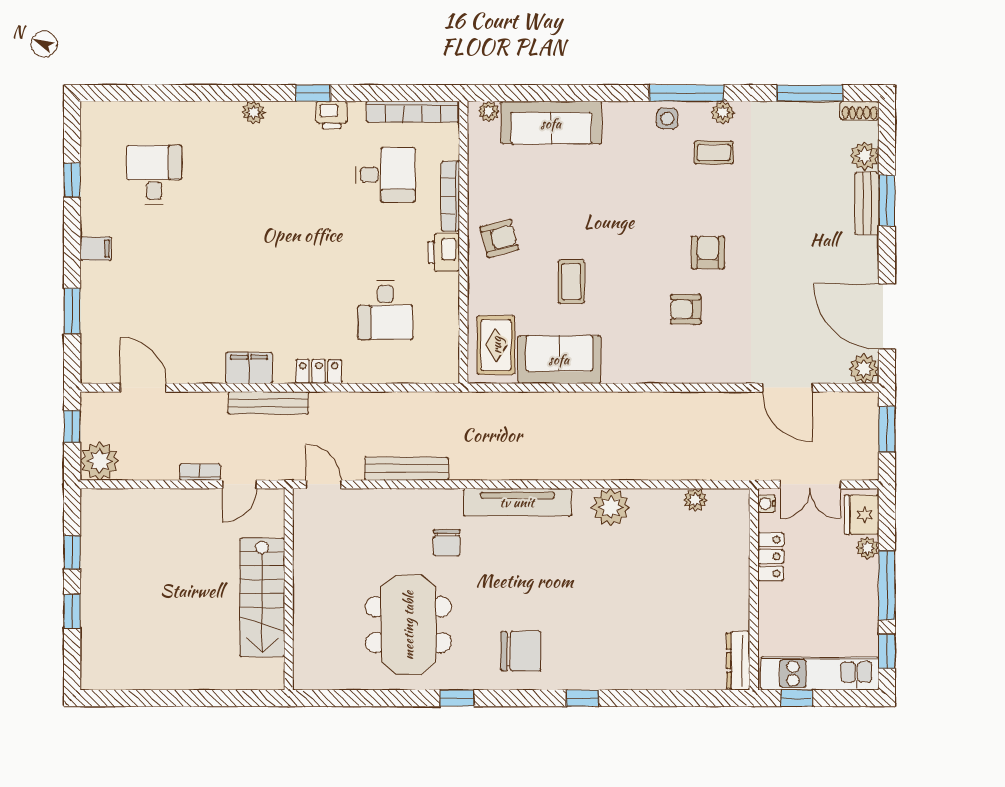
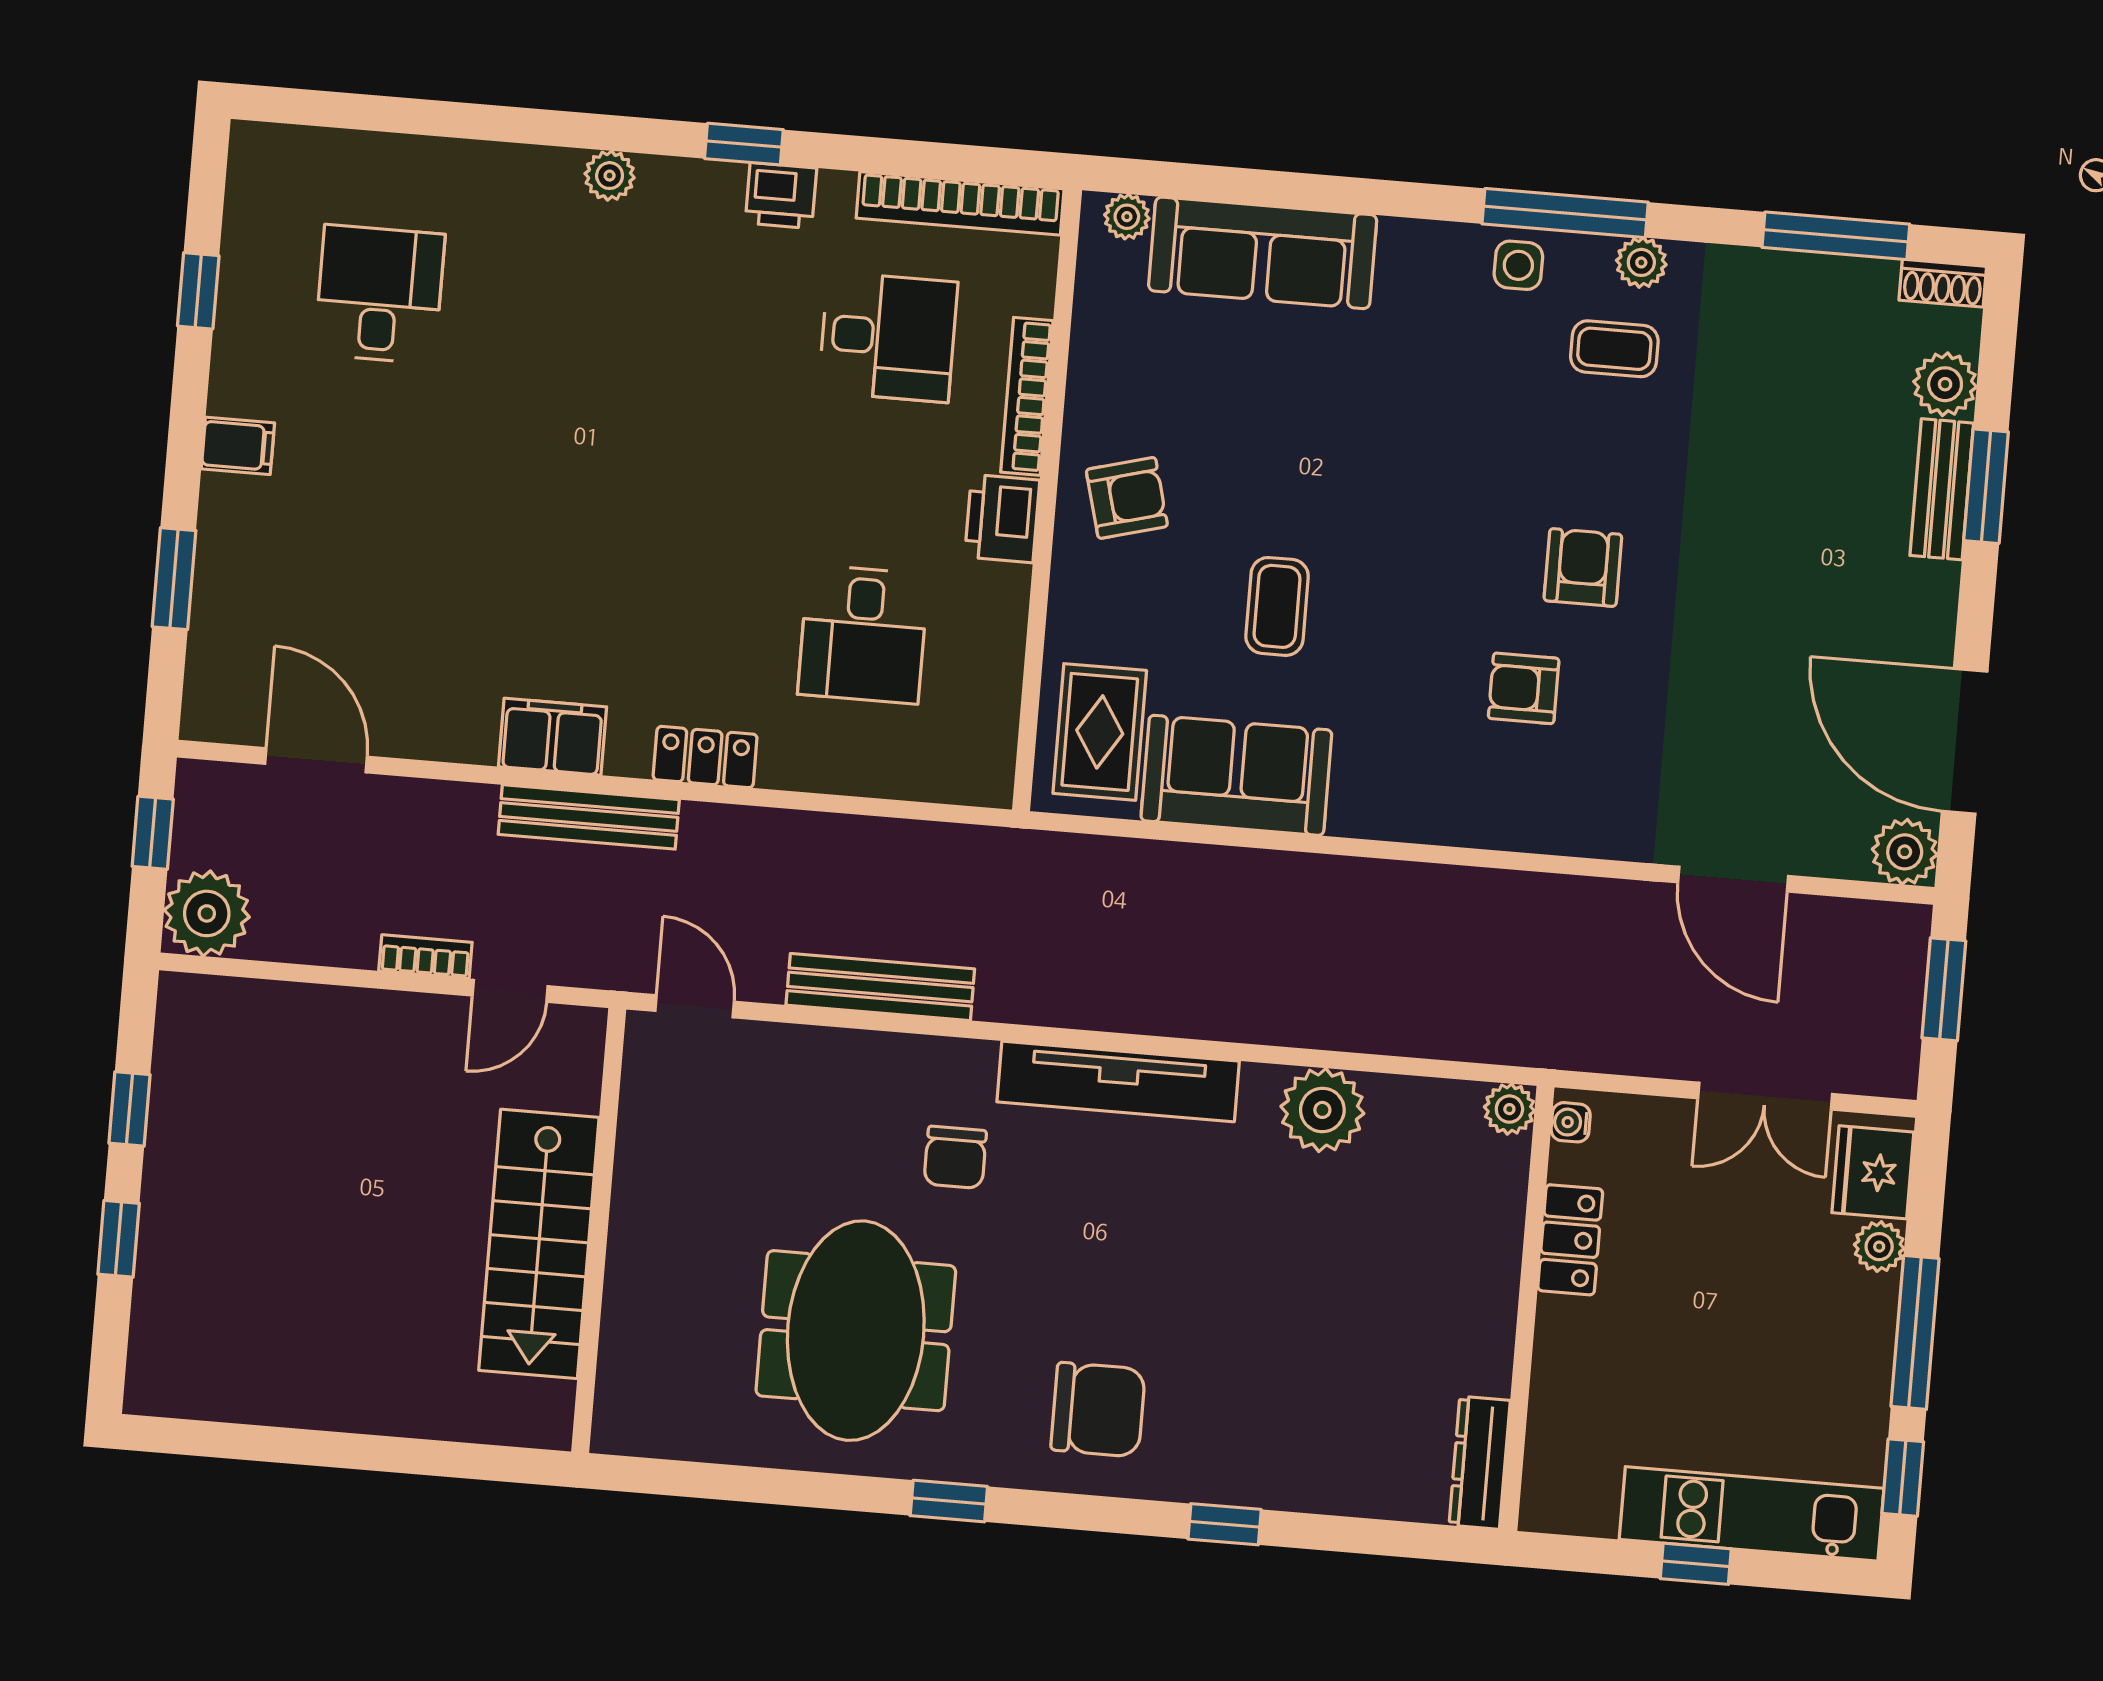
water cooler: (766, 504) -> (1571, 1122), moved
locker: (771, 557) -> (1570, 1240), moved
wall: (754, 589) -> (1527, 1308), moved
dresser: (738, 661) -> (1480, 1463), moved

